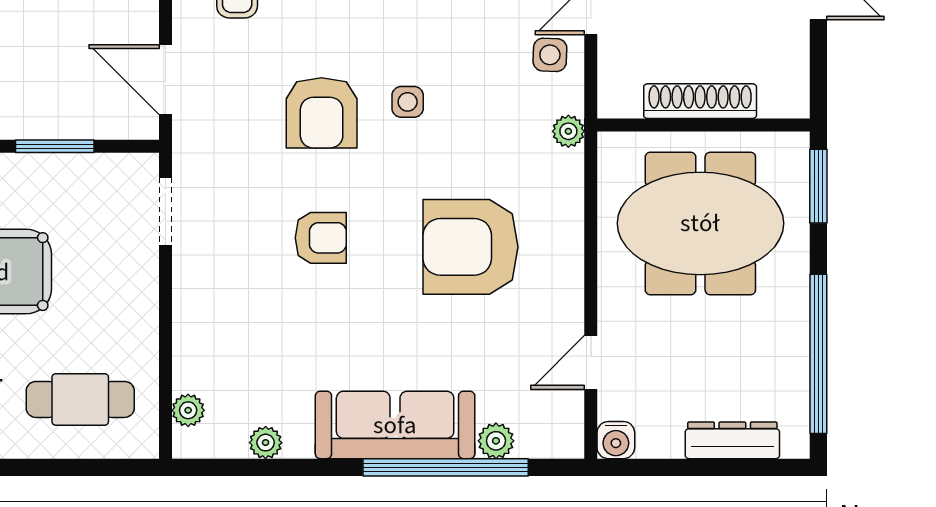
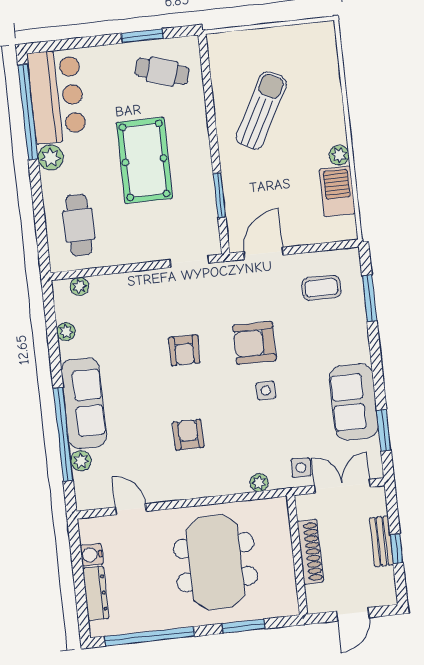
shoe rack: (700, 101) -> (310, 552), moved
wall: (704, 125) -> (297, 555), moved
armchair: (470, 247) -> (188, 435), width x0.53, depth x0.53
water cooler: (616, 440) -> (92, 555), moved

